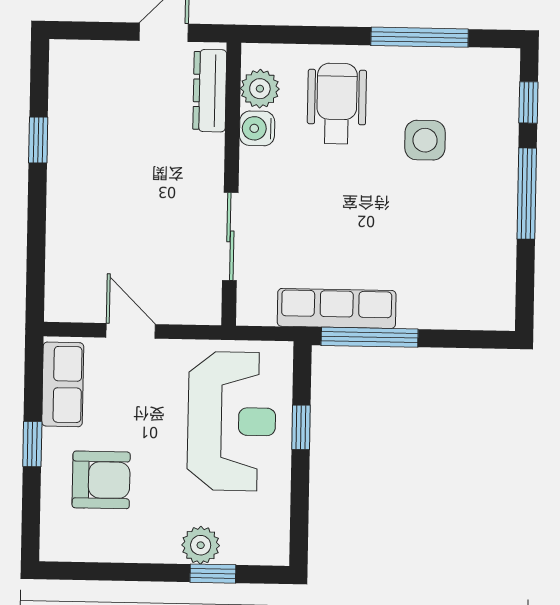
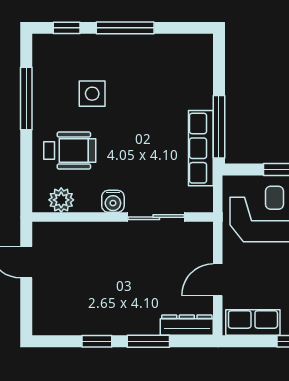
dresser: (210, 91) -> (187, 325), moved, turned 180
wheelchair: (337, 103) -> (70, 151), turned 180
water cooler: (257, 128) -> (113, 201), moved
window: (37, 221) -> (148, 341), added

